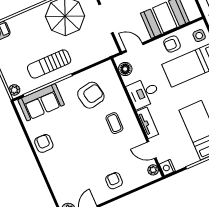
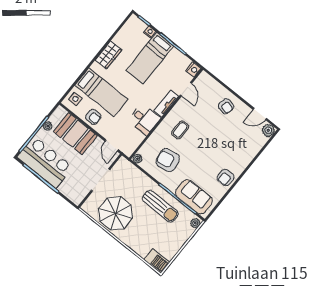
floor lamp: (125, 69) -> (133, 144), removed
plant: (153, 170) -> (137, 159), moved
armchair: (114, 181) -> (226, 106), turned -78

